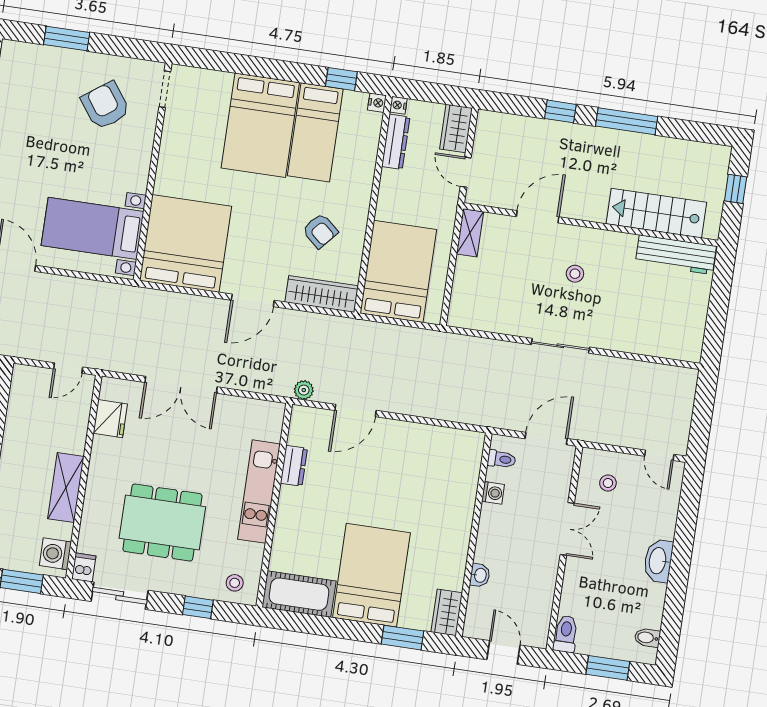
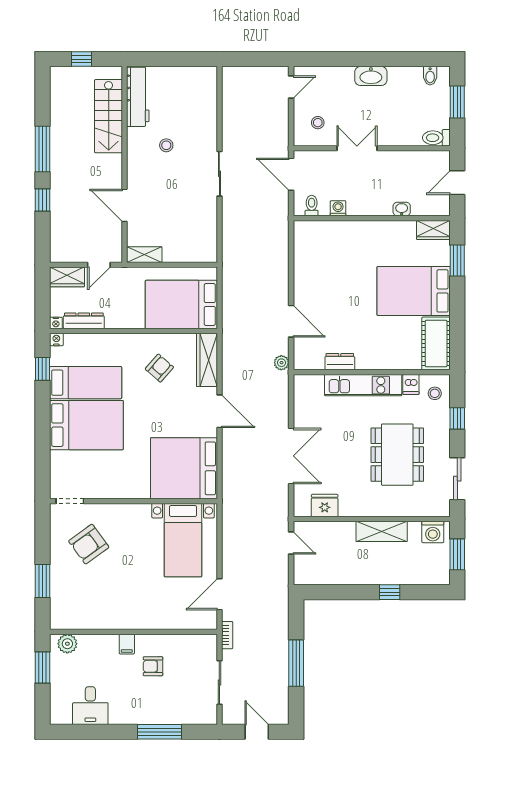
stool: (575, 274) -> (166, 145), moved
dishwasher: (84, 567) -> (411, 384), moved, turned -90

